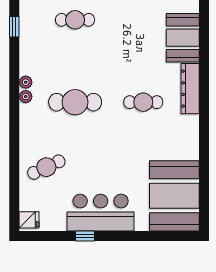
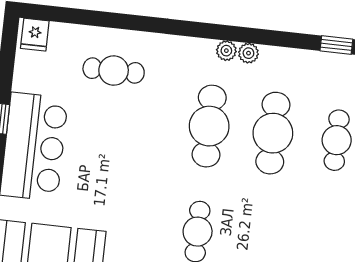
cafe table: (75, 61) -> (273, 133), added
cafe table: (46, 167) -> (114, 71), turned -65

